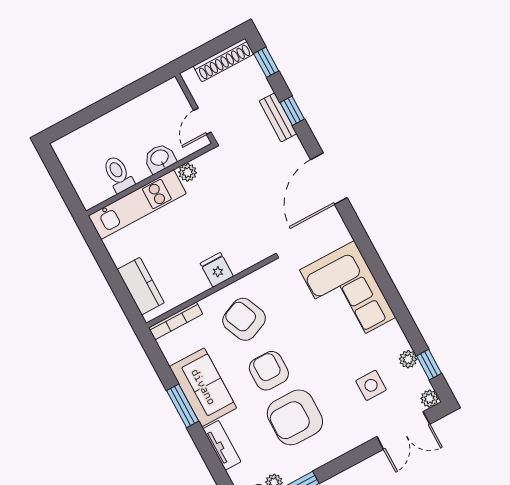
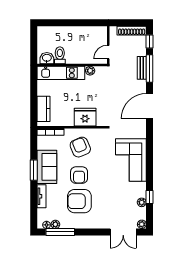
window: (292, 111) -> (149, 68), width x2.17
washbasin: (160, 158) -> (47, 58), moved
fridge: (217, 270) -> (85, 117), width x1.88, depth x1.34
window: (429, 365) -> (149, 197), moved
armchair: (269, 371) -> (79, 175), turned 180
side table: (371, 385) -> (120, 205), removed

